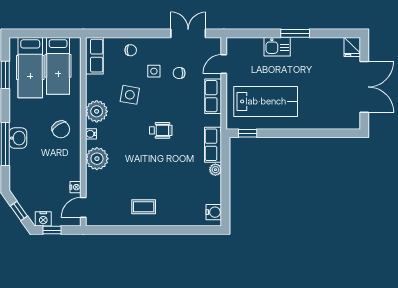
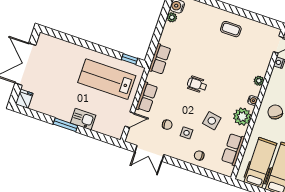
row of seats: (94, 56) -> (233, 149), moved
plant: (97, 159) -> (259, 81), width x0.53, depth x0.53
plant: (215, 170) -> (172, 17), moved

